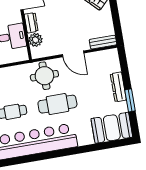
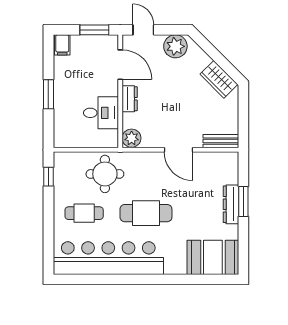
plant: (35, 40) -> (132, 138), moved
round table: (44, 76) -> (105, 174), moved
window: (130, 100) -> (243, 201), moved

